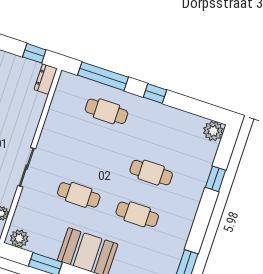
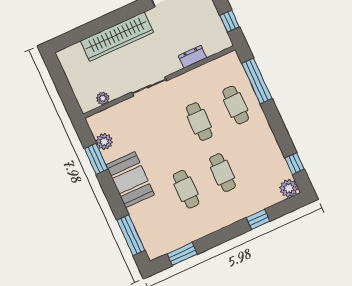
dresser: (46, 79) -> (193, 57), moved
window: (155, 93) -> (295, 164), moved
cafe table: (79, 195) -> (199, 122), moved
plant: (19, 238) -> (104, 141), moved

